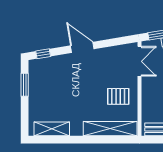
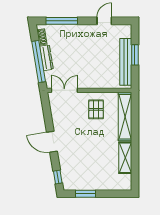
door: (82, 47) -> (52, 142), hinge flipped
shelving: (52, 129) -> (125, 158), moved

